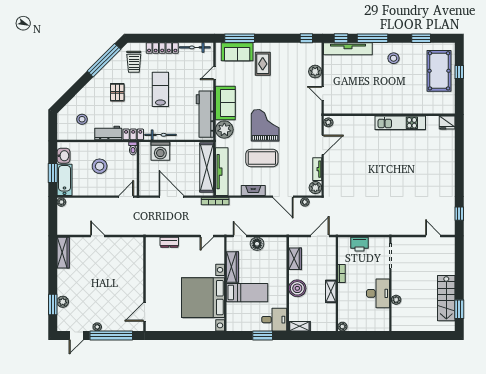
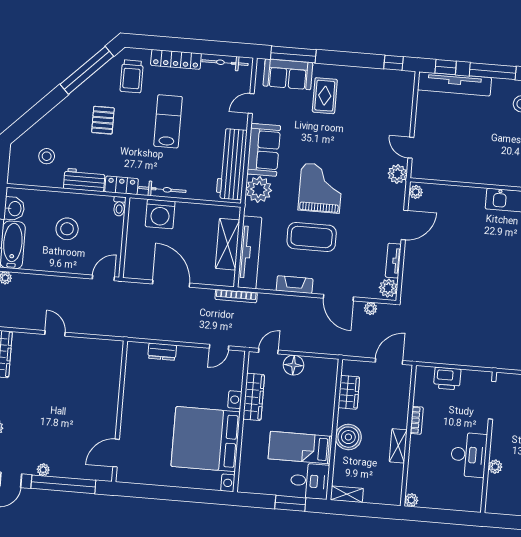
plant: (315, 72) -> (397, 174), moved
shelving: (207, 167) -> (228, 244), width x0.68
door: (240, 236) -> (268, 351), hinge flipped
bed: (247, 293) -> (300, 448), moved, turned 180

